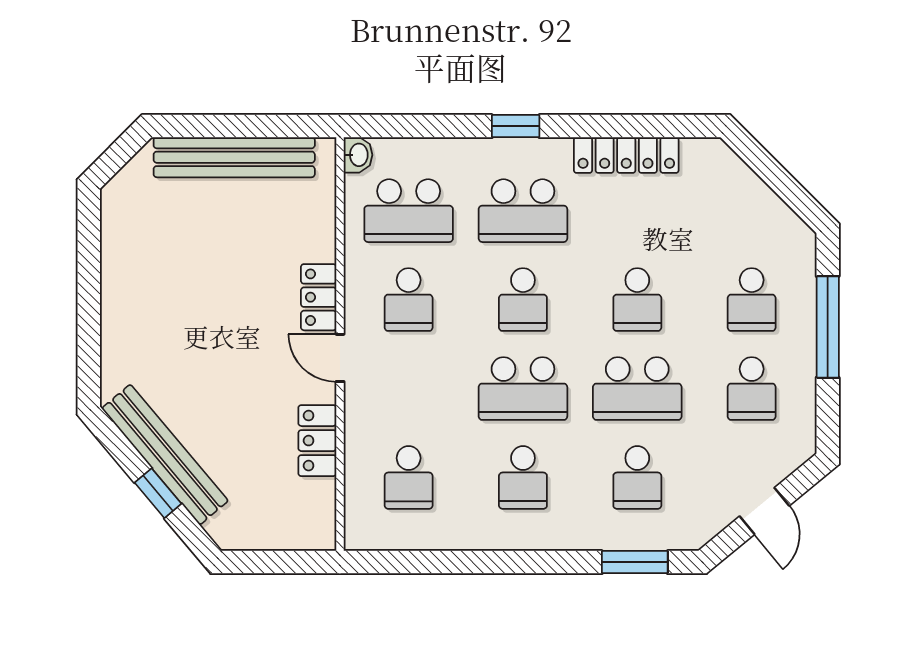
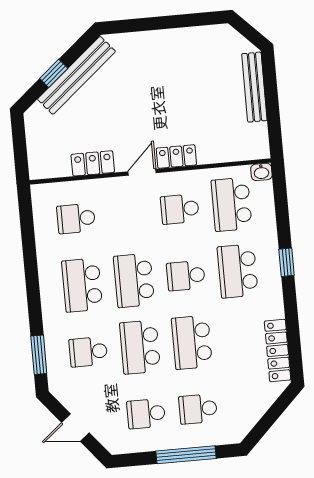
locker: (626, 155) -> (278, 351), moved
bench: (234, 157) -> (254, 87), width x0.73, depth x0.82
school desk: (637, 300) -> (192, 342), width x1.85
school desk: (523, 477) -> (82, 285), width x1.85

